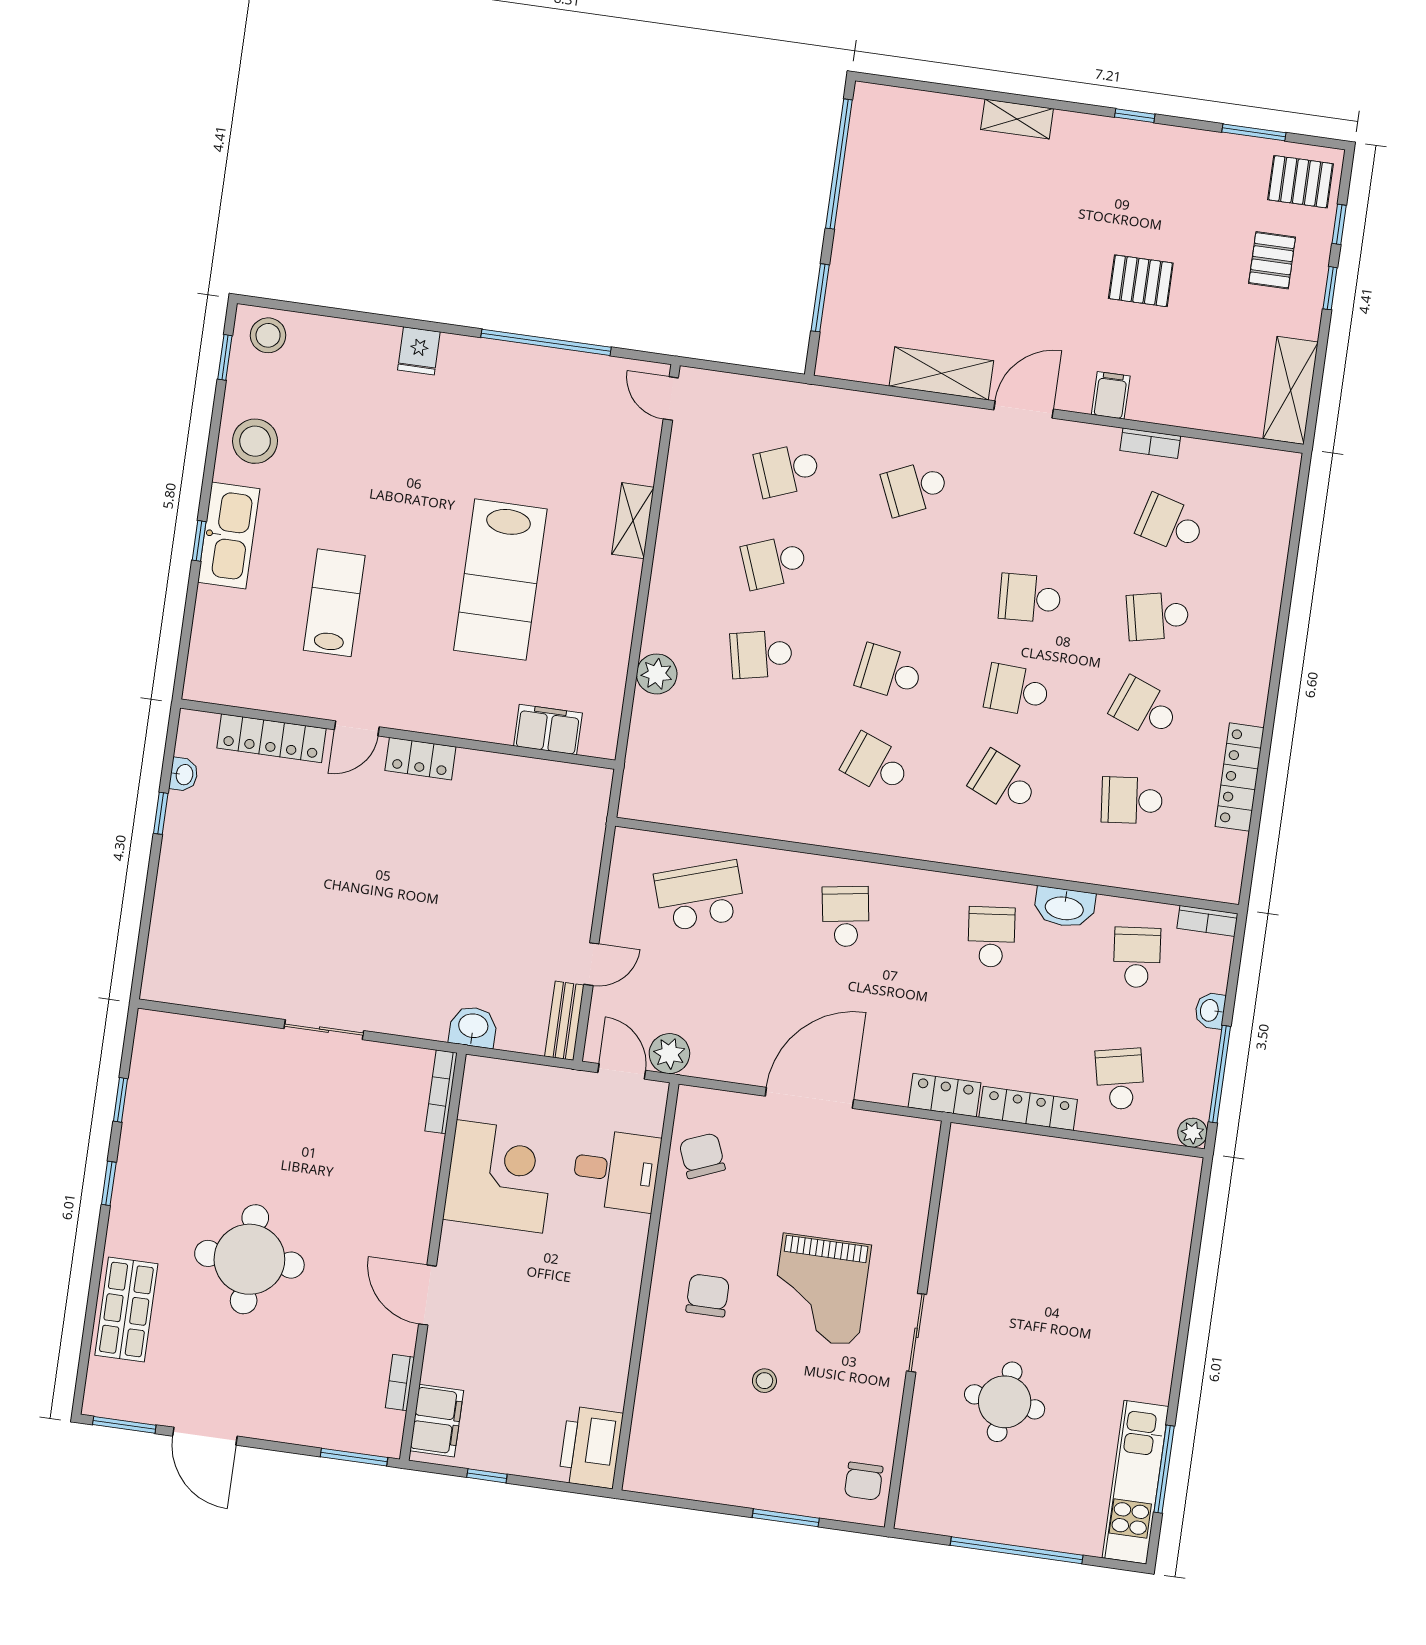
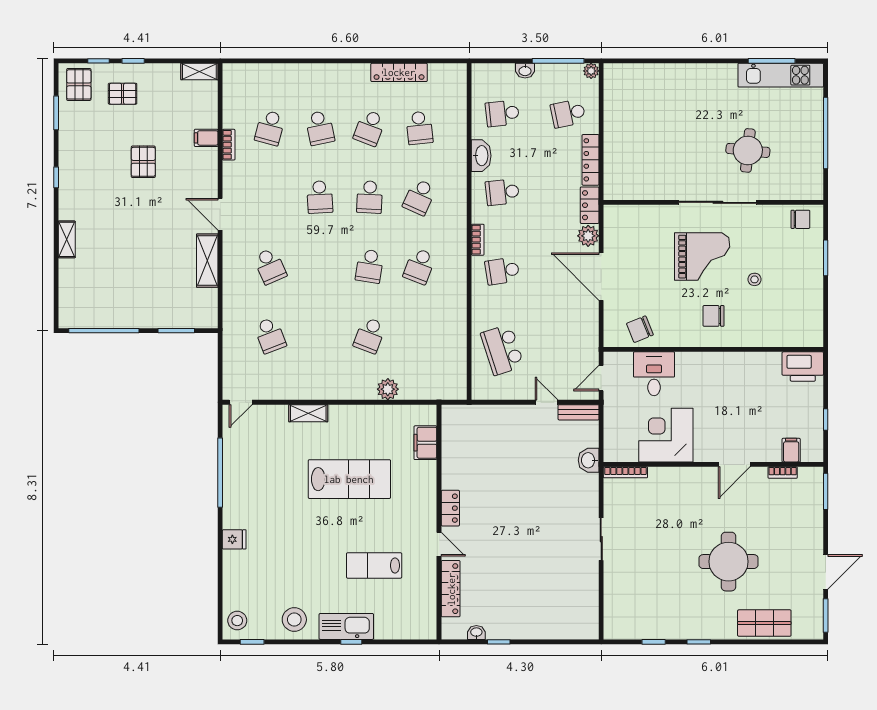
shelving: (1291, 390) -> (199, 71), width x0.67, depth x0.75
filing cabinet: (1111, 395) -> (206, 138), moved
school desk: (774, 562) -> (320, 335), removed
school desk: (761, 654) -> (370, 335), turned 33
bookcase: (1207, 921) -> (478, 240), moved
plant: (669, 1054) -> (588, 236), moved
sliding door: (917, 1333) -> (718, 202), width x1.86
filing cabinet: (437, 1421) -> (791, 450), width x0.50

